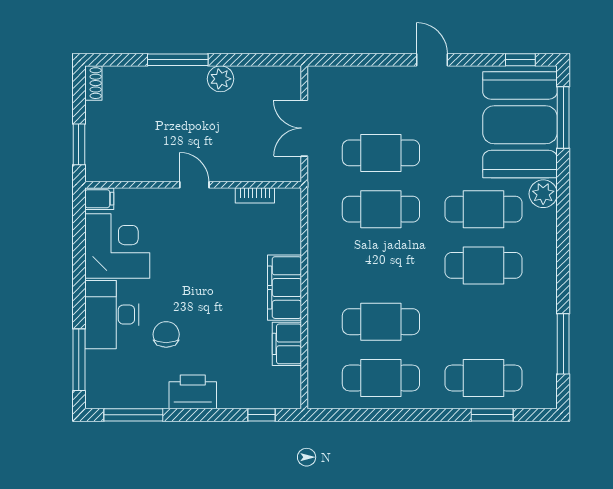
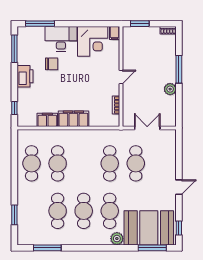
cafe table: (483, 378) -> (58, 211), moved

